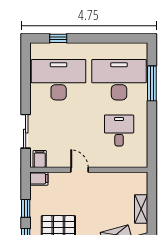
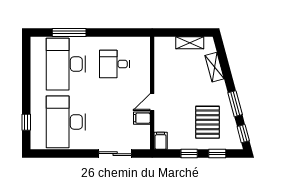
filing cabinet: (40, 159) -> (142, 118), moved

